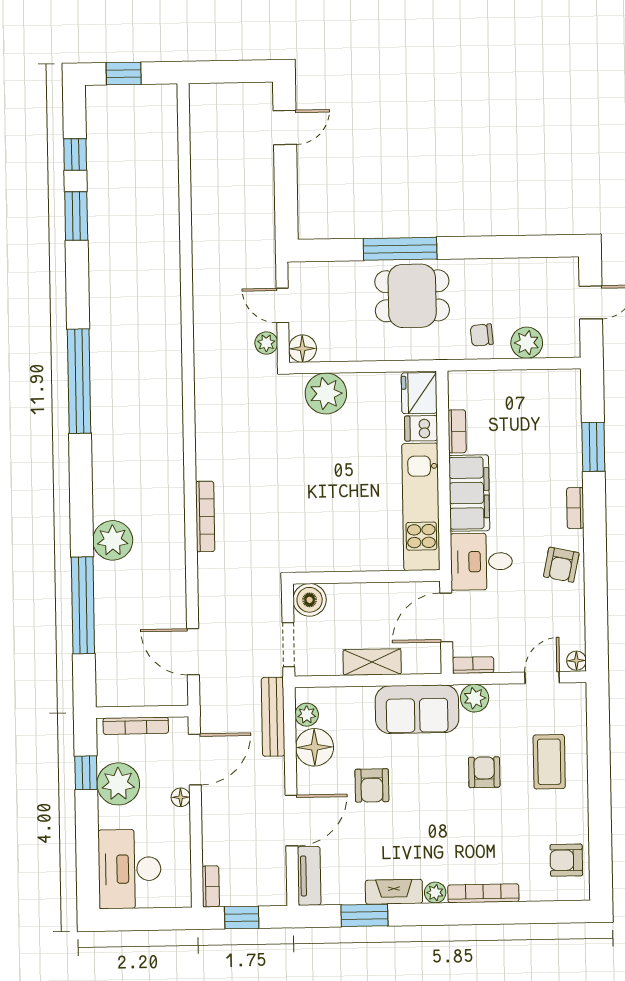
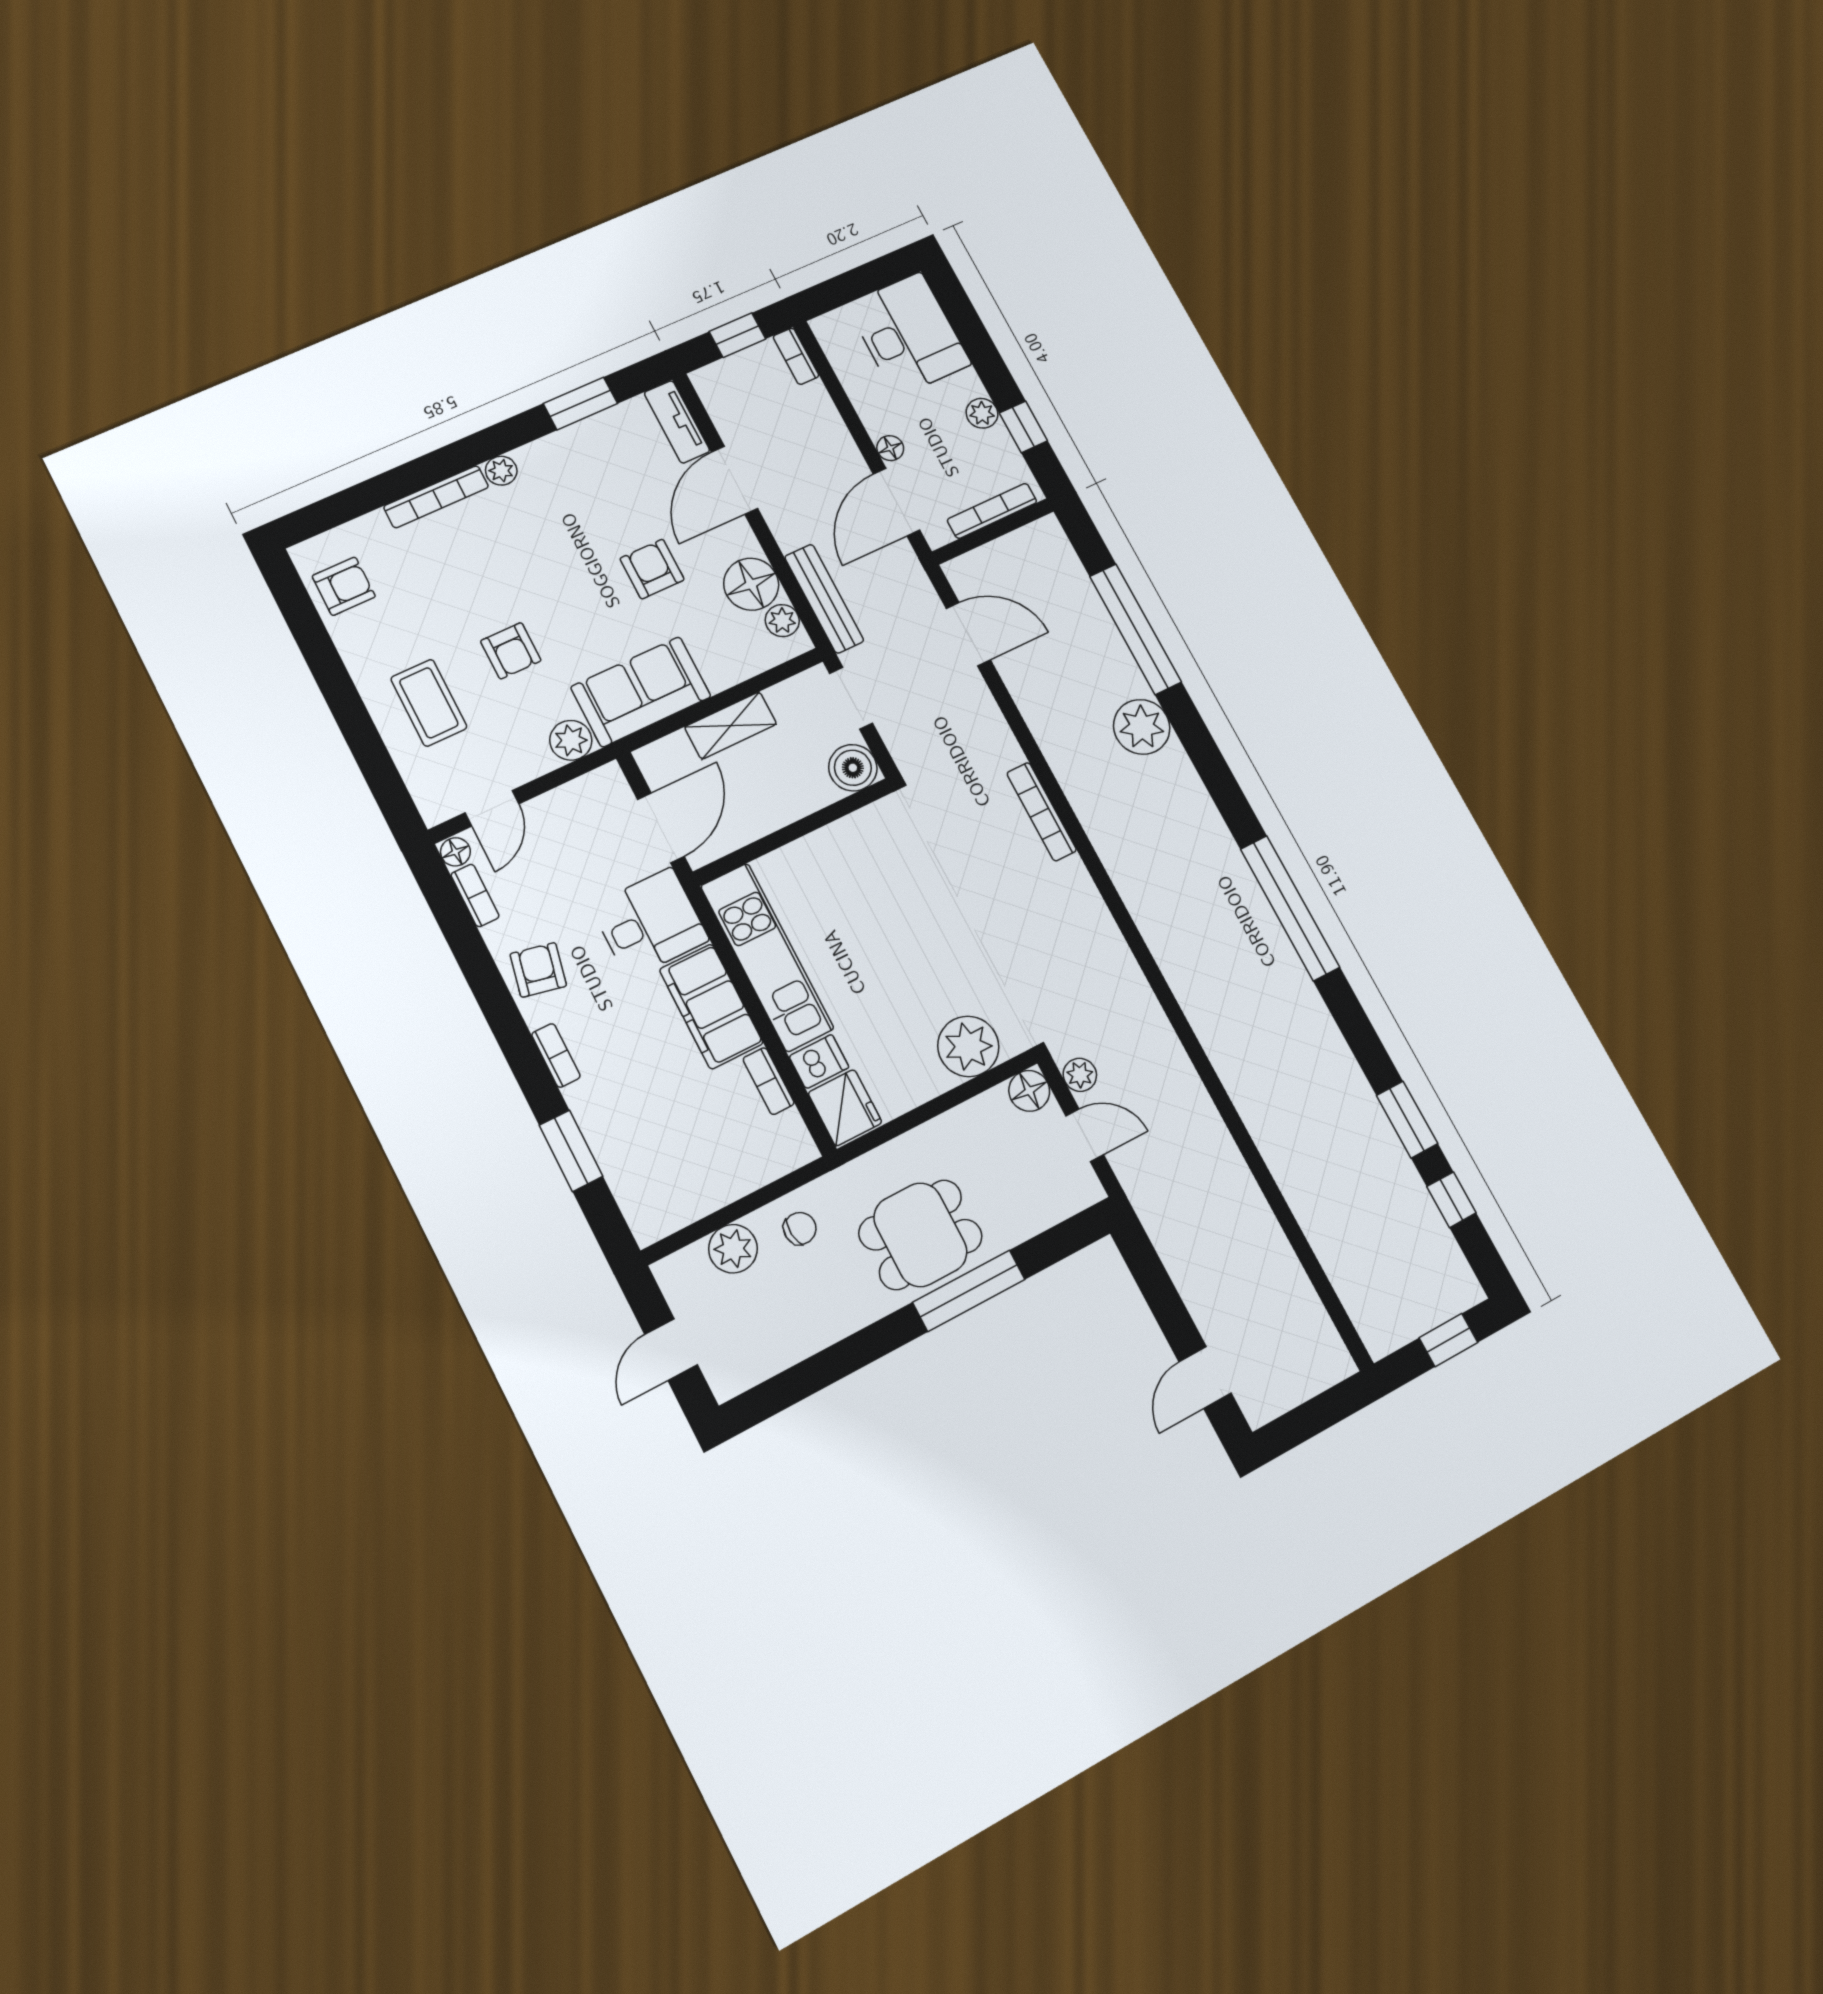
bookcase: (473, 665) -> (475, 895), moved, turned -90
plant: (118, 784) -> (982, 413), width x0.53, depth x0.53
fireplace: (394, 892) -> (556, 449), removed

